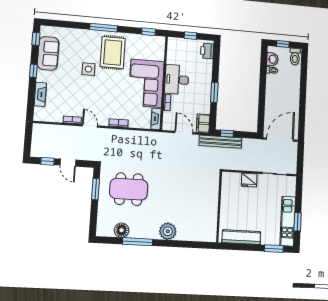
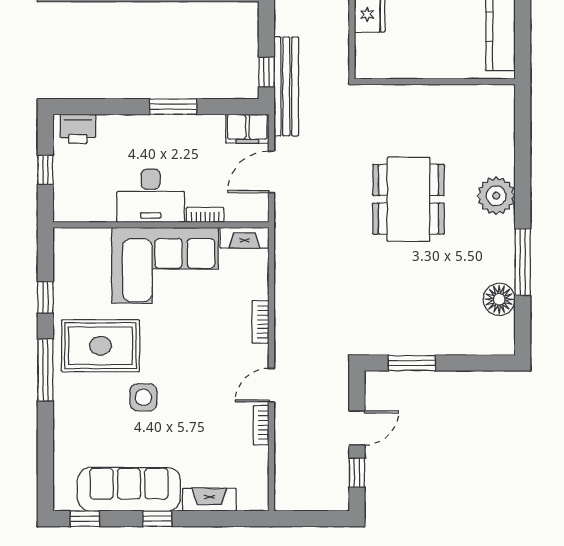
window: (149, 32) -> (45, 297), moved
sofa: (48, 53) -> (129, 489), width x1.36
dining table: (129, 189) -> (408, 199), moved

